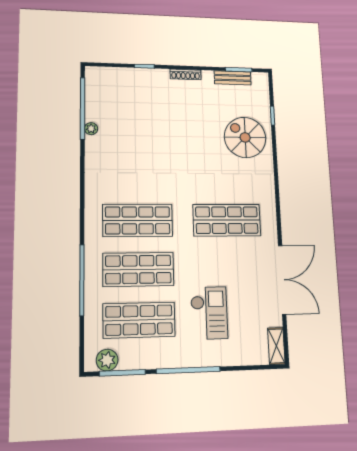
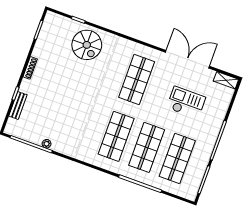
bench: (233, 78) -> (18, 105), moved
spiral stairs: (245, 137) -> (87, 45), turned -90
checkout: (209, 313) -> (186, 103), moved
plant: (107, 360) -> (193, 186), removed

